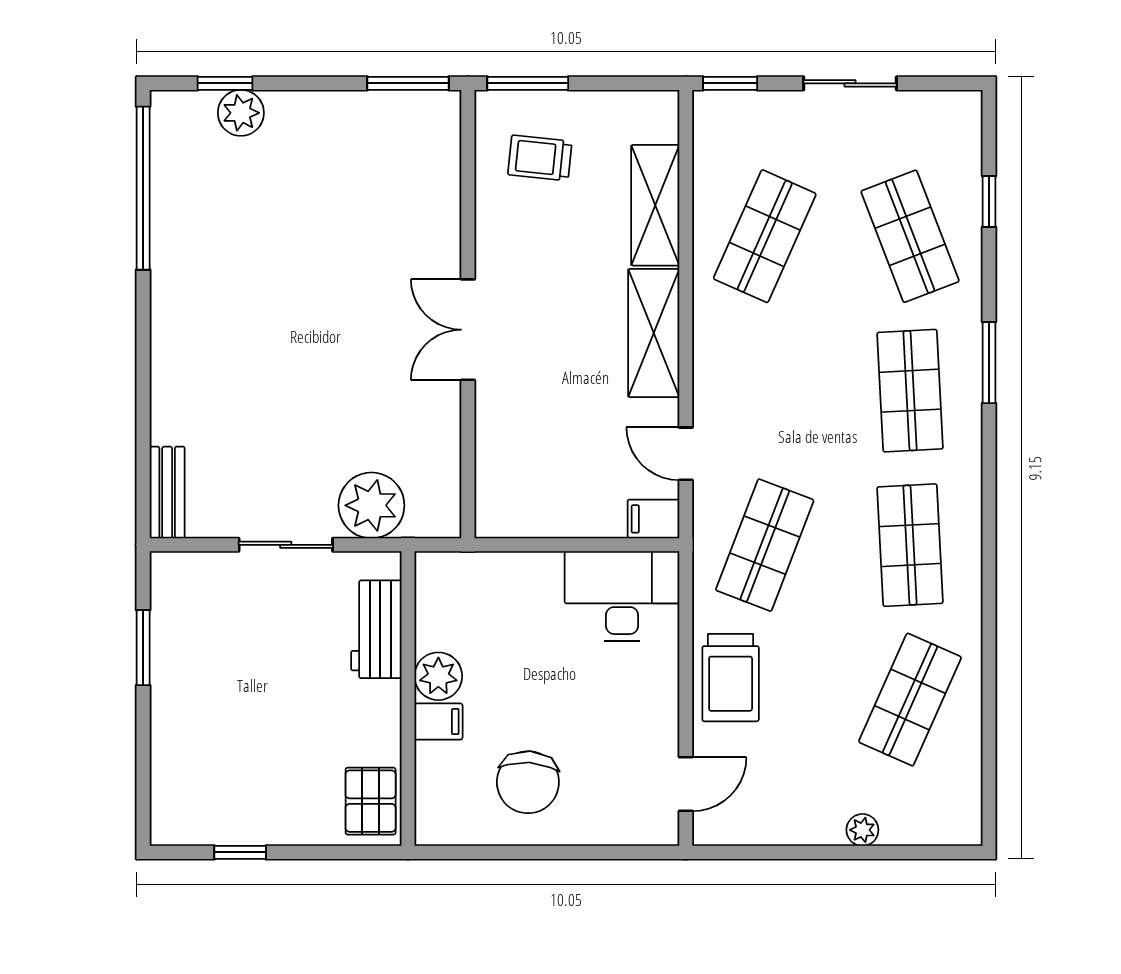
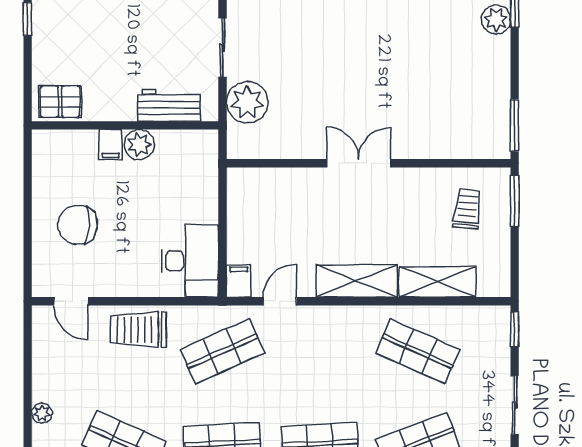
shop shelf: (765, 545) -> (222, 351), turned -45
chair: (528, 782) -> (78, 225), moved

